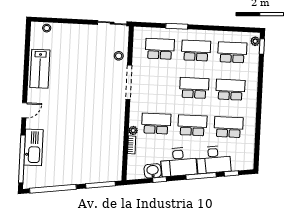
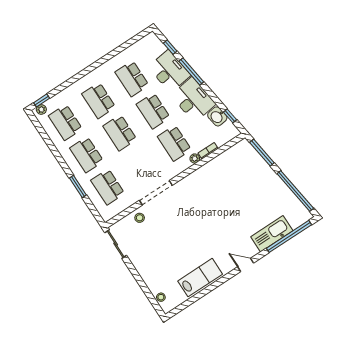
window: (160, 180) -> (230, 116), moved

